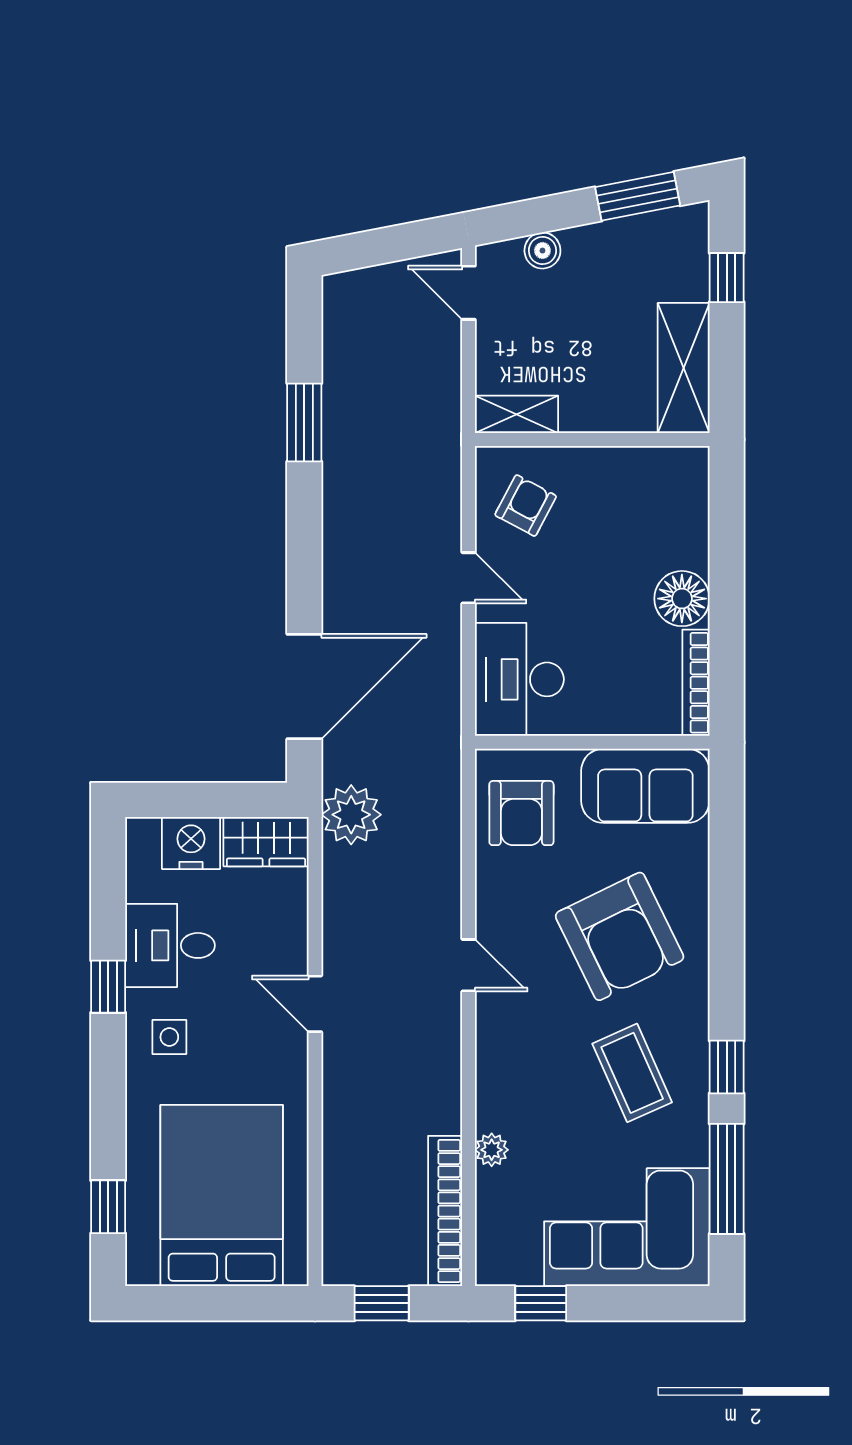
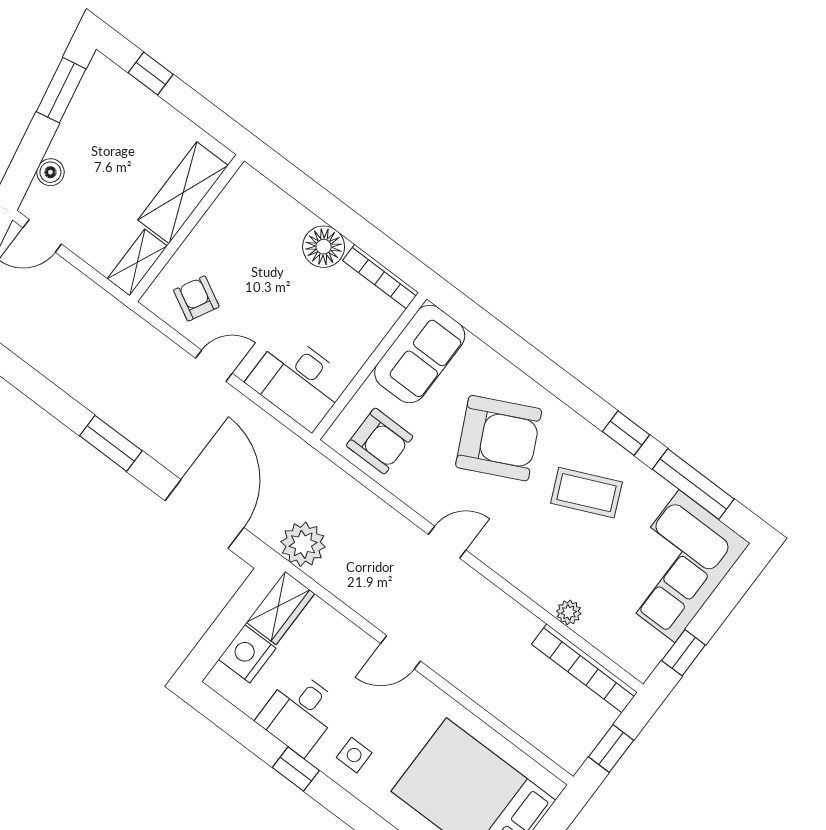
shelving: (684, 368) -> (183, 193), moved, turned 90
window: (304, 422) -> (111, 443), moved

